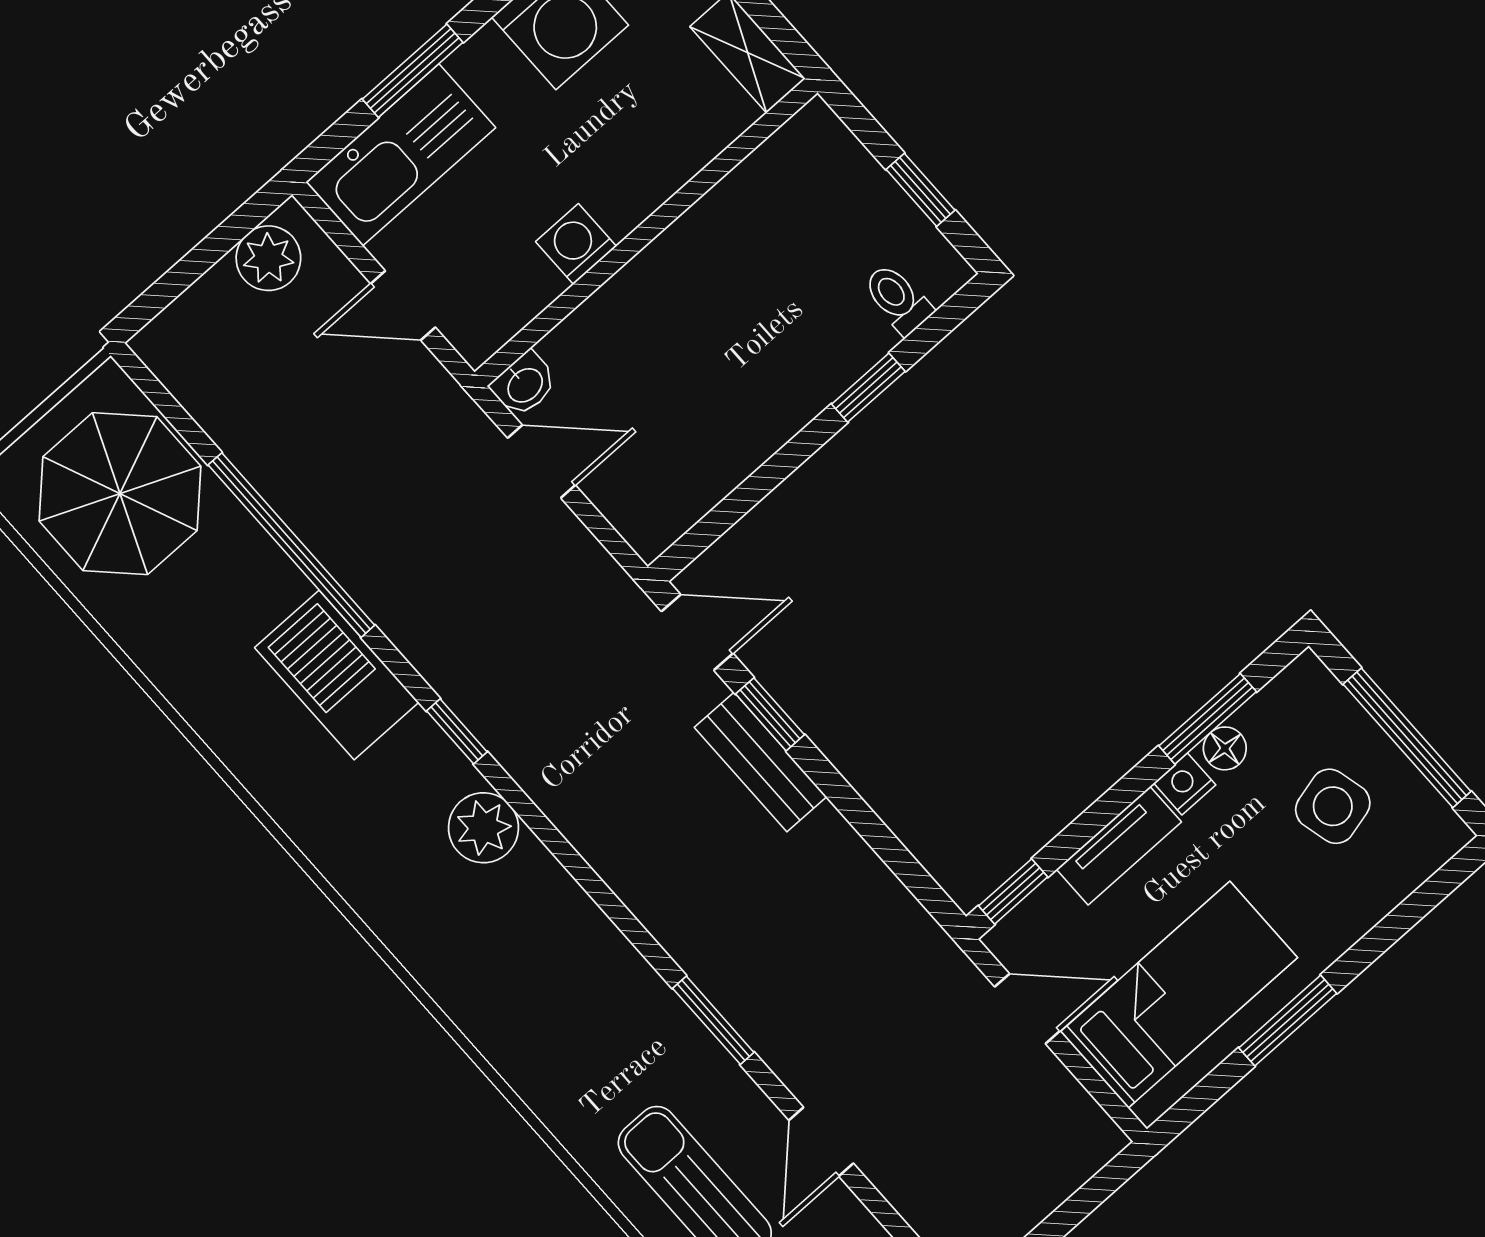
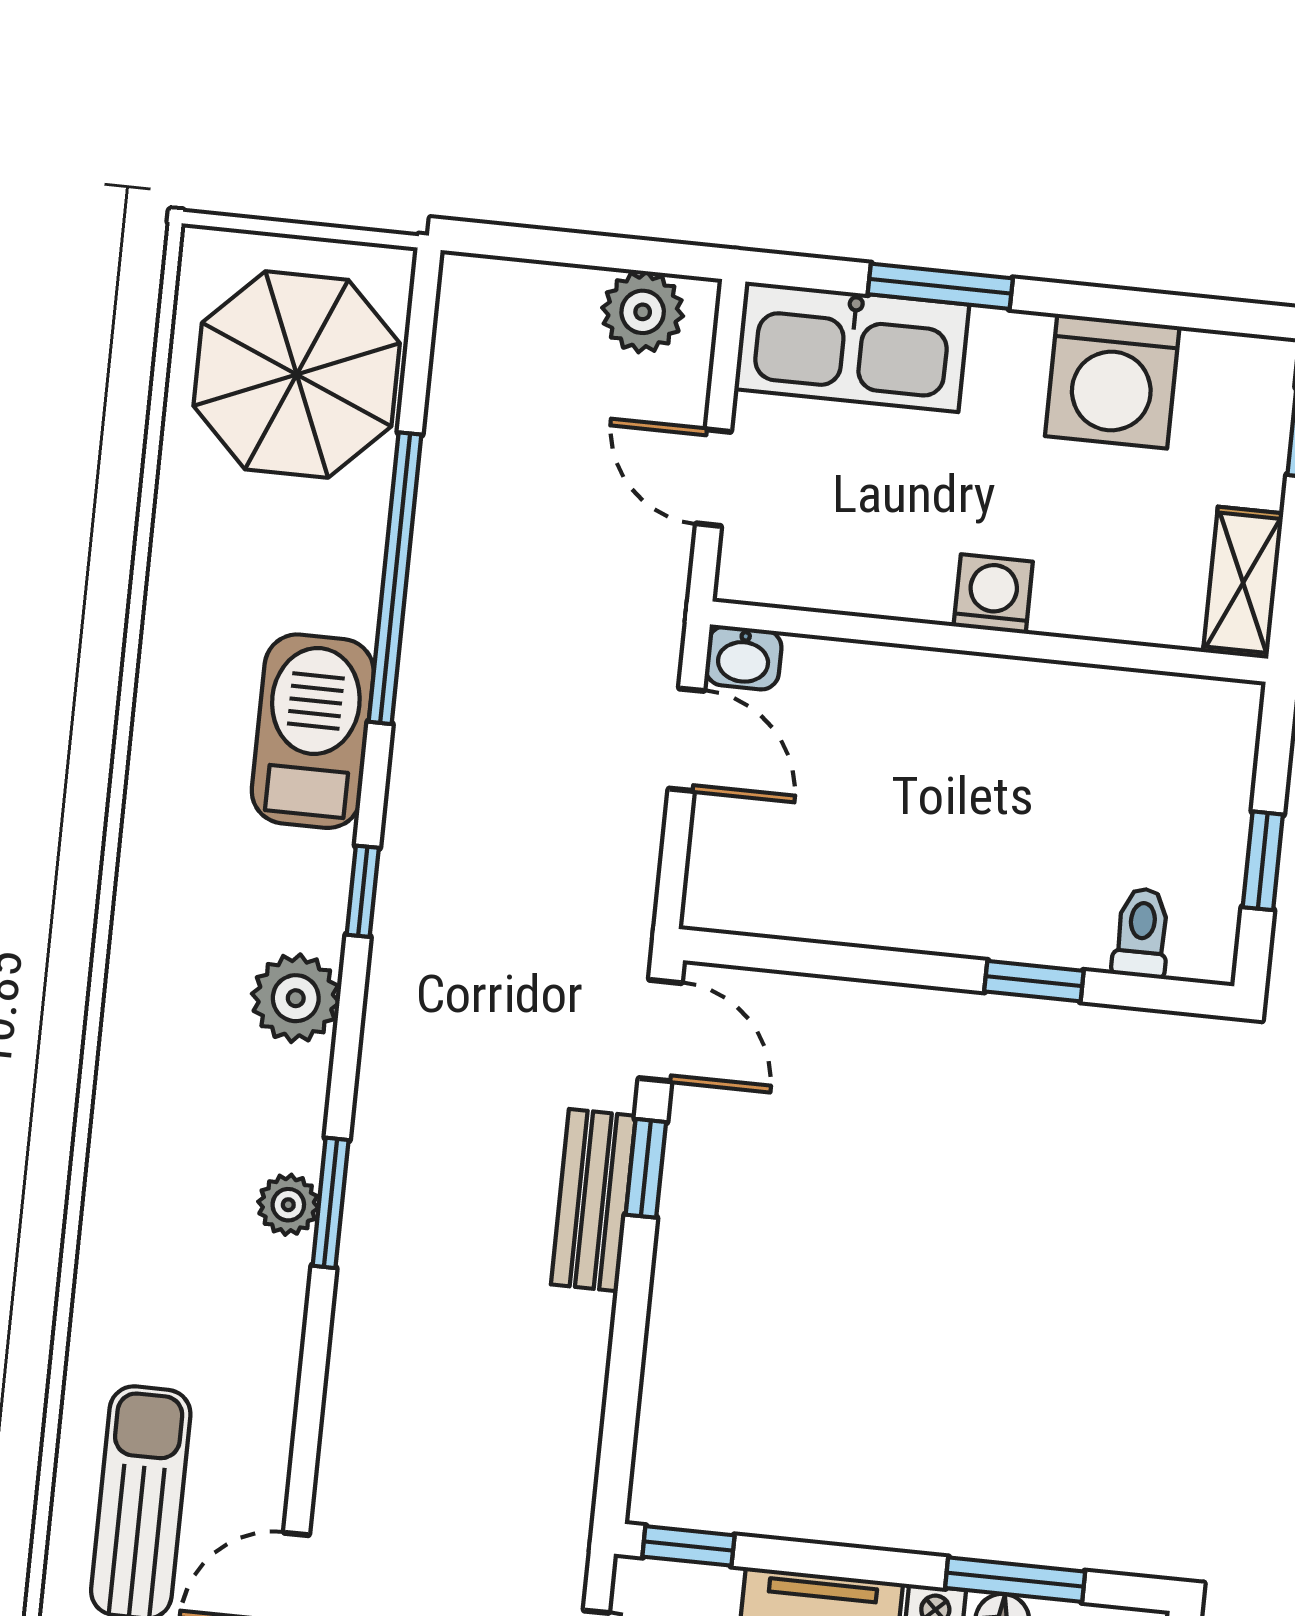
washing machine: (576, 244) -> (993, 594), moved
plant: (600, 943) -> (288, 1205), added
window: (713, 1020) -> (331, 1203), moved

